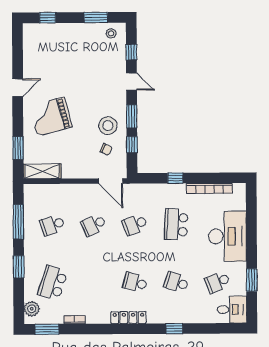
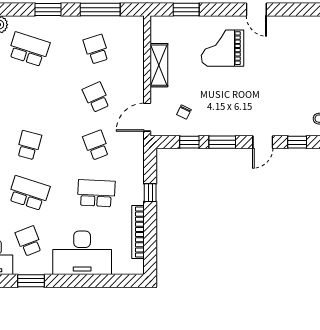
grand piano: (51, 117) -> (223, 48), turned -75
stool: (108, 126) -> (212, 114), removed
shelving: (42, 171) -> (159, 65), moved
school desk: (176, 282) -> (29, 193), width x1.85

